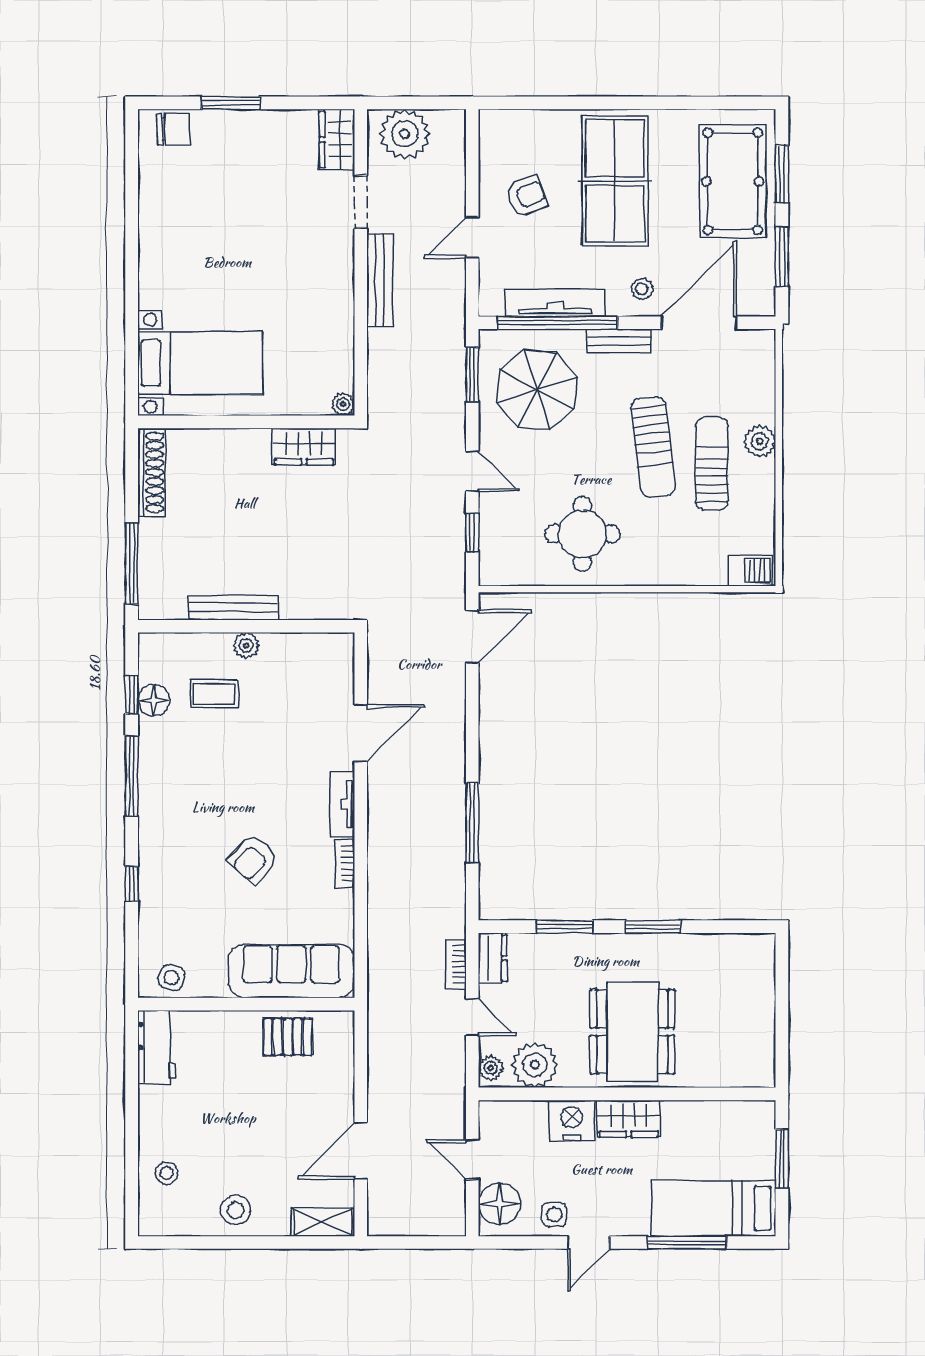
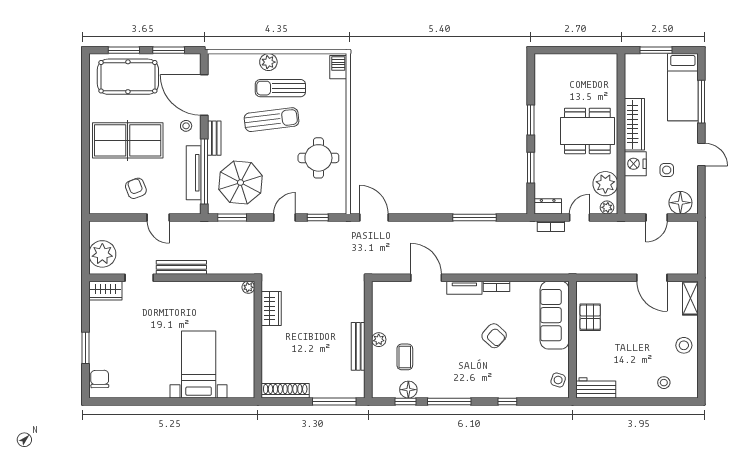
bed with nightstands: (200, 363) -> (199, 365), moved
wardrobe: (629, 1119) -> (634, 124), width x1.50
side table: (554, 1215) -> (667, 170), moved

